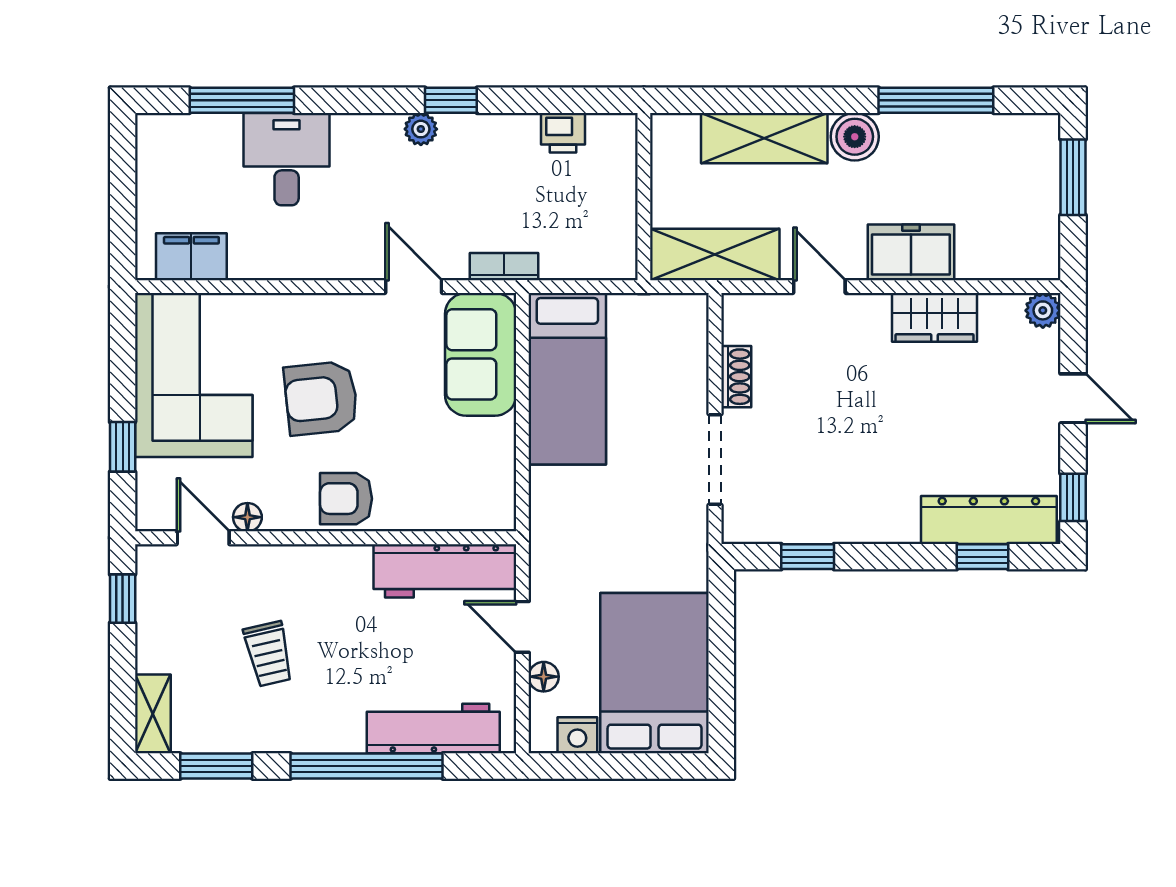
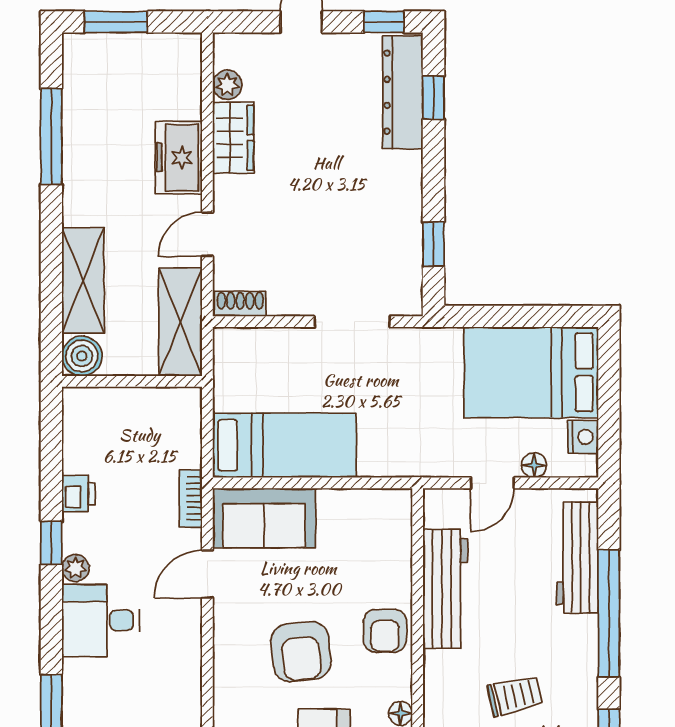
printer: (563, 133) -> (78, 494), moved
boiler: (855, 137) -> (82, 356), moved
desk: (287, 159) -> (101, 620), moved
plant: (1043, 310) -> (227, 85), moved
shoe rack: (736, 377) -> (240, 304), moved
workbench: (445, 571) -> (445, 589), moved

